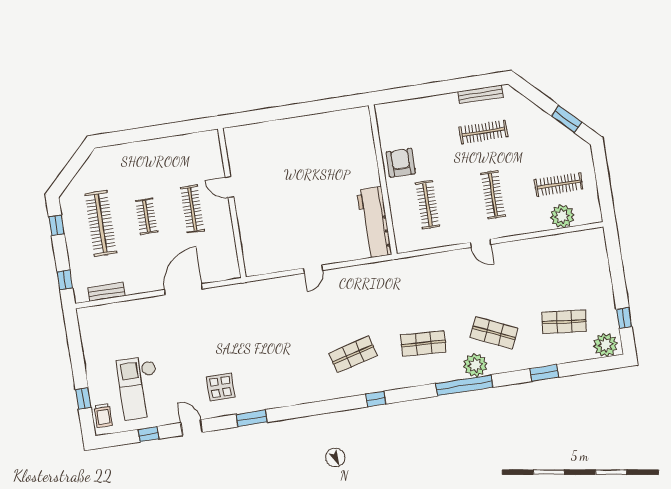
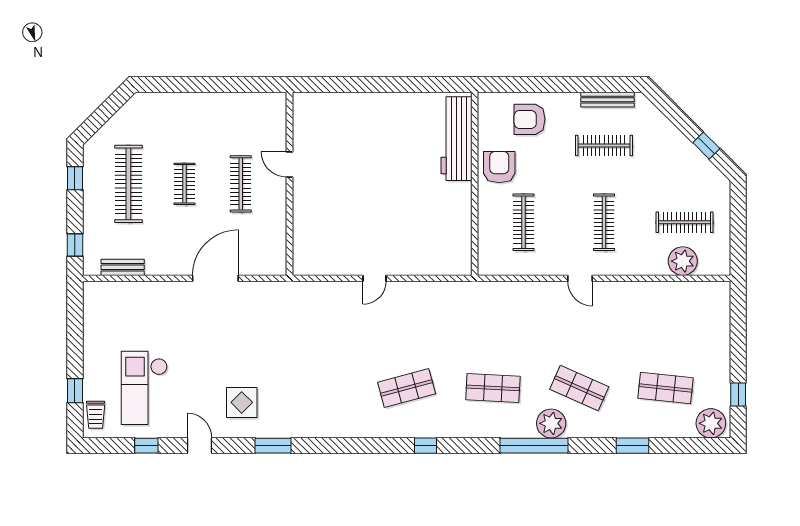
window: (567, 119) -> (706, 146), width x0.67
armchair: (419, 120) -> (529, 119), added
workbench: (374, 222) -> (456, 139), moved

